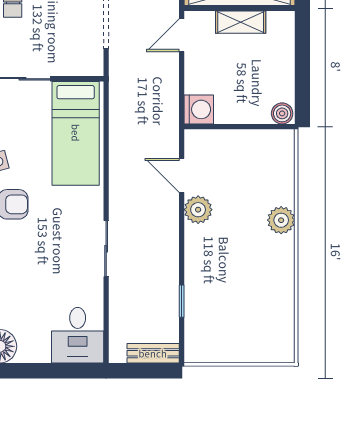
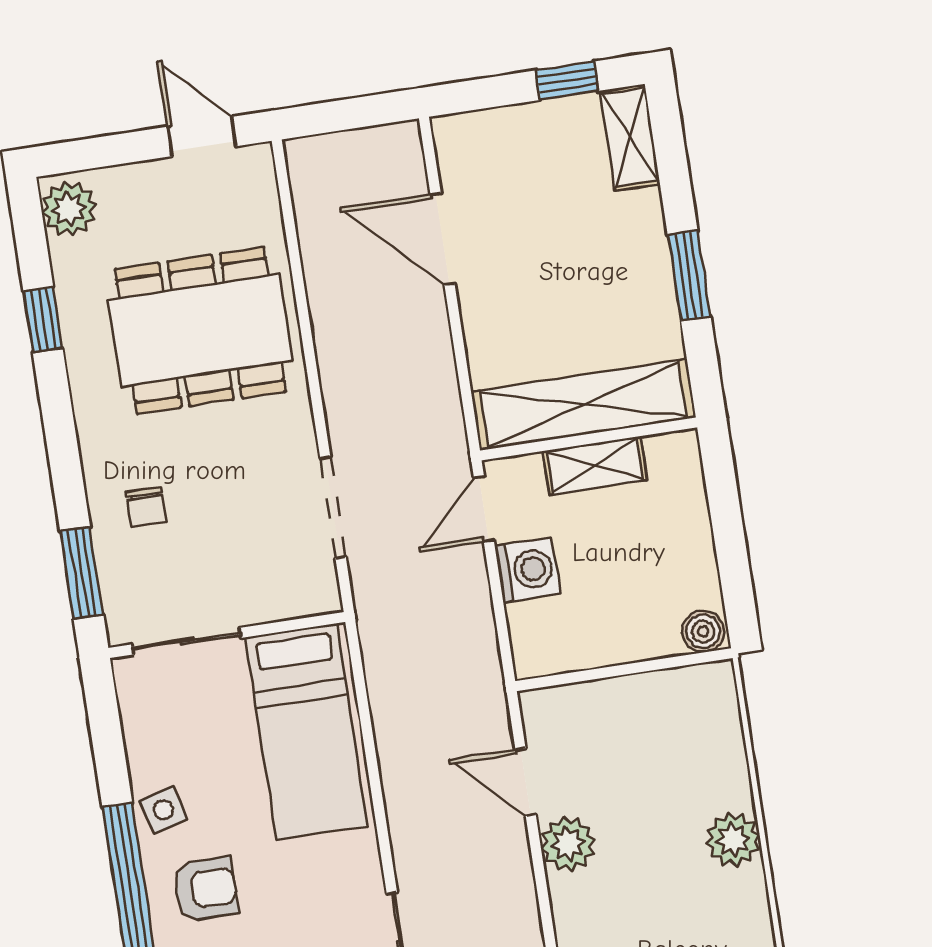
washing machine: (199, 109) -> (527, 570), moved

